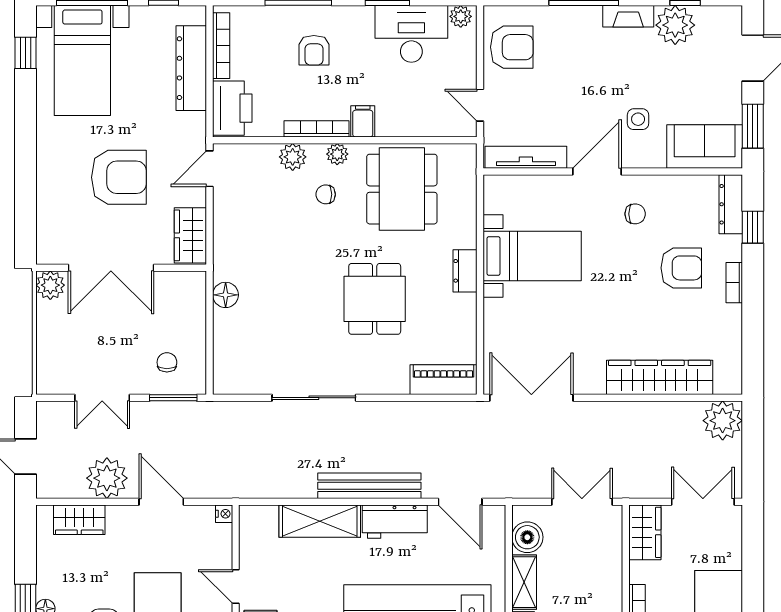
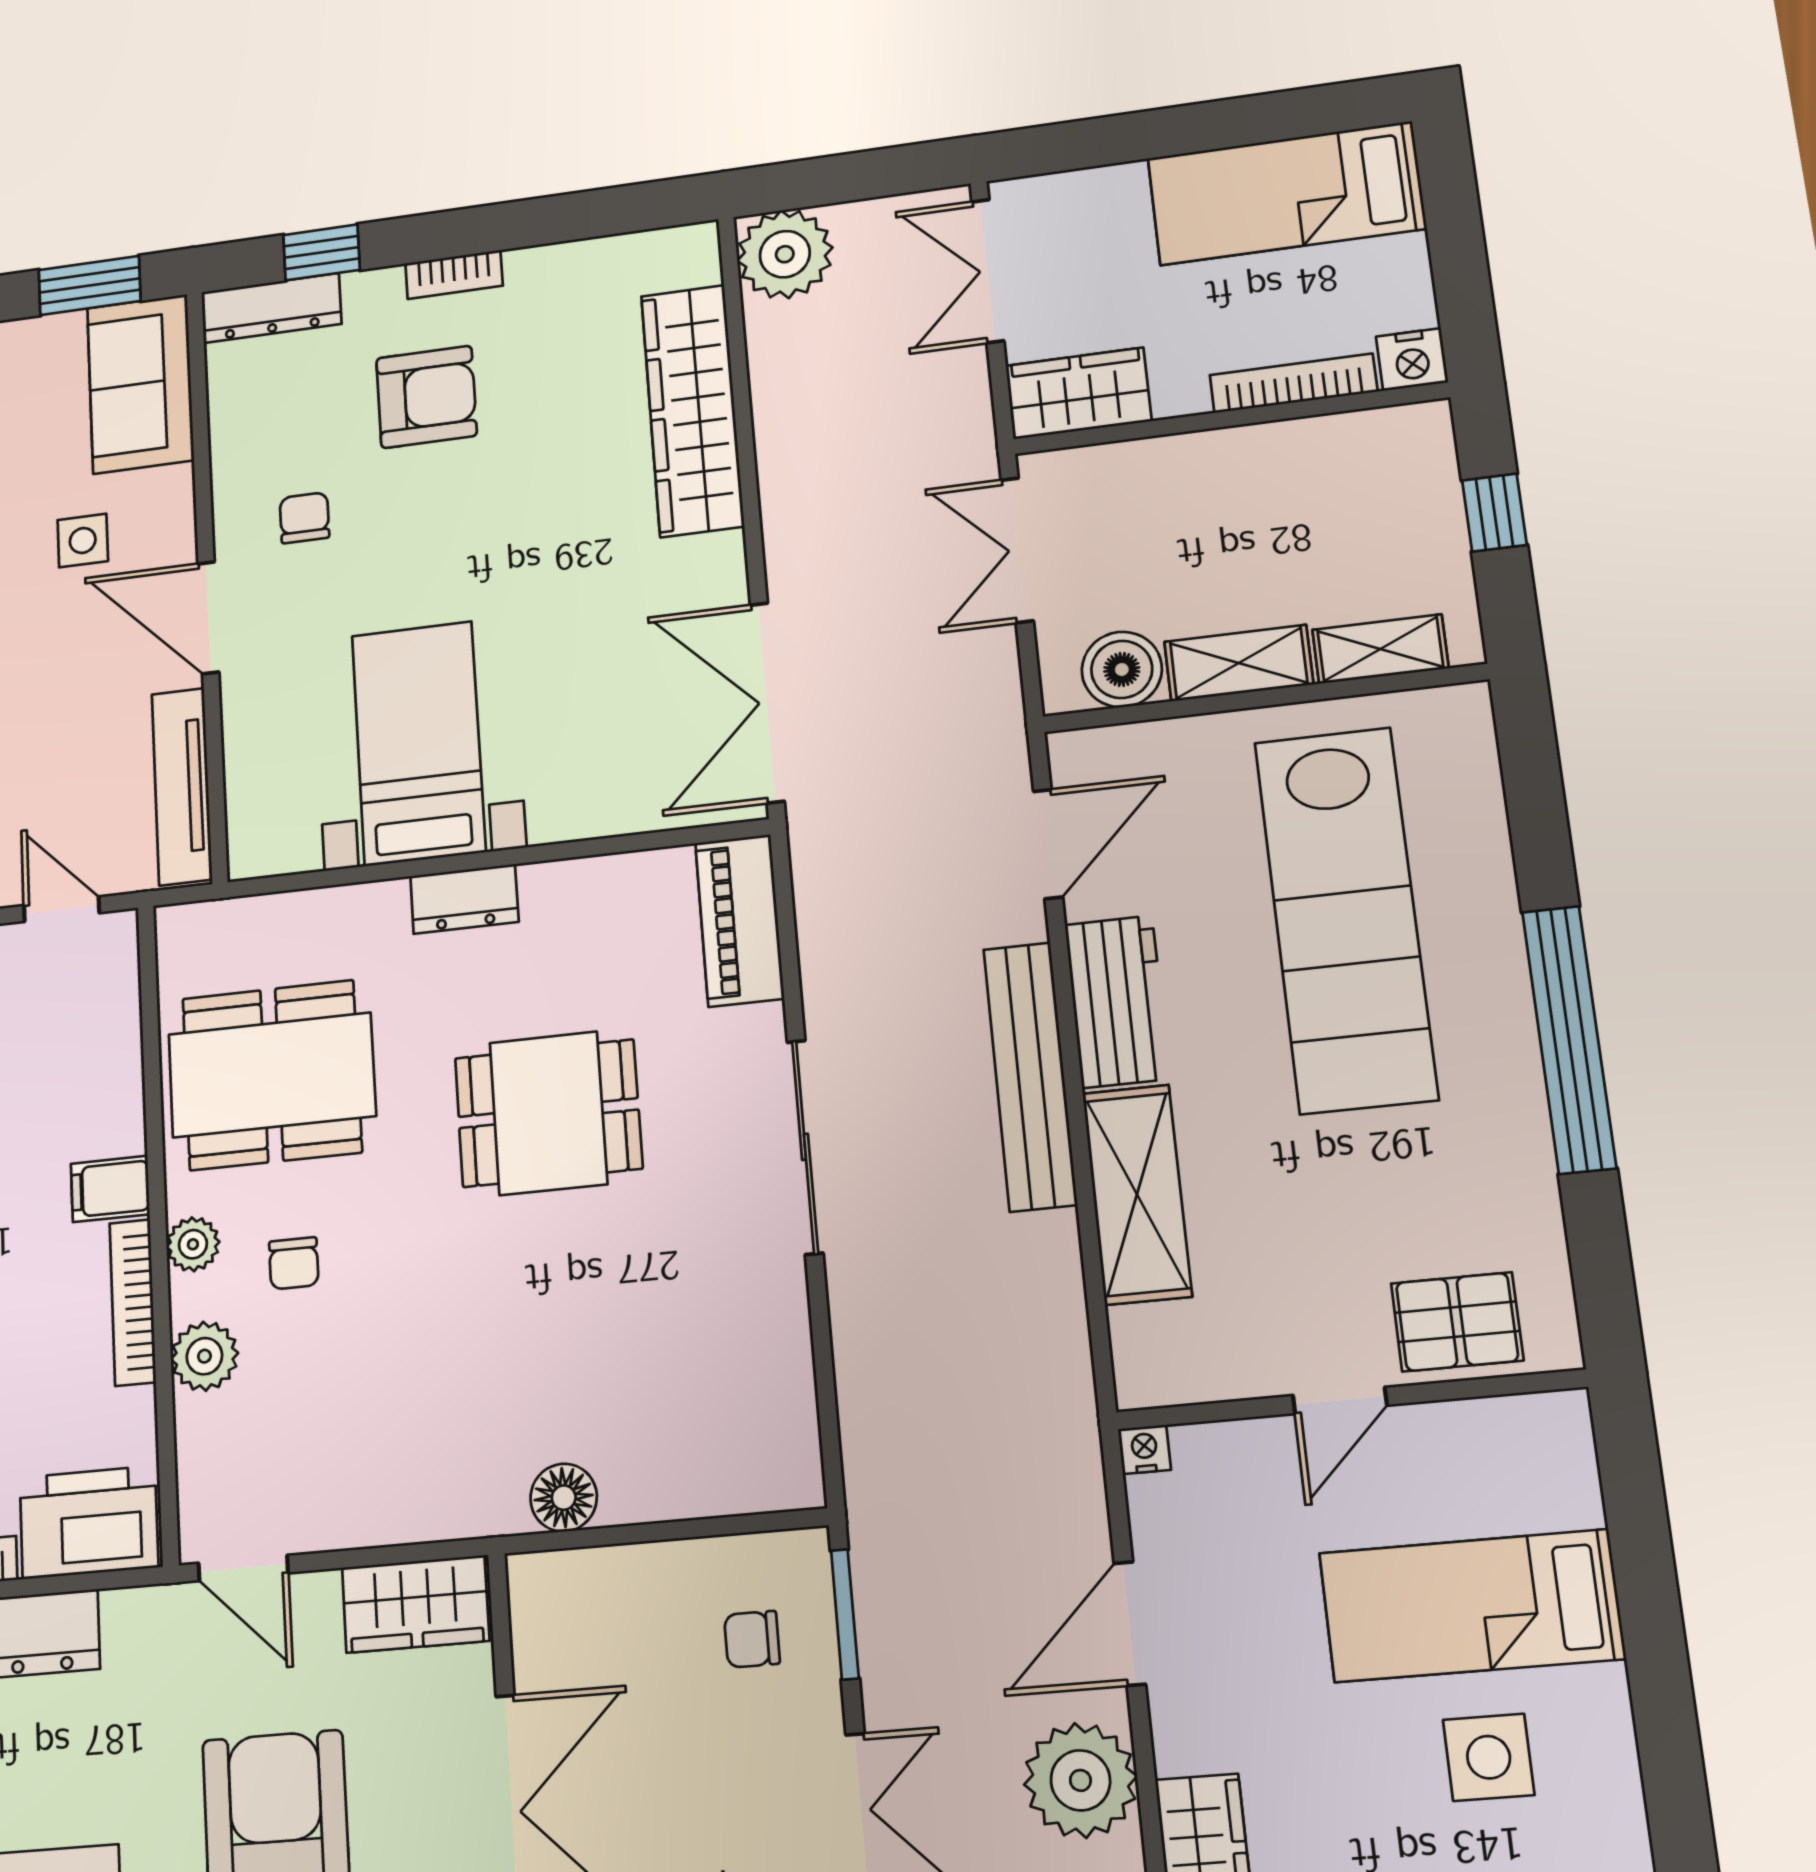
door: (480, 105) -> (62, 909), swing flipped
armchair: (681, 268) -> (426, 397), turned 90
sliding door: (314, 398) -> (805, 1147), moved

